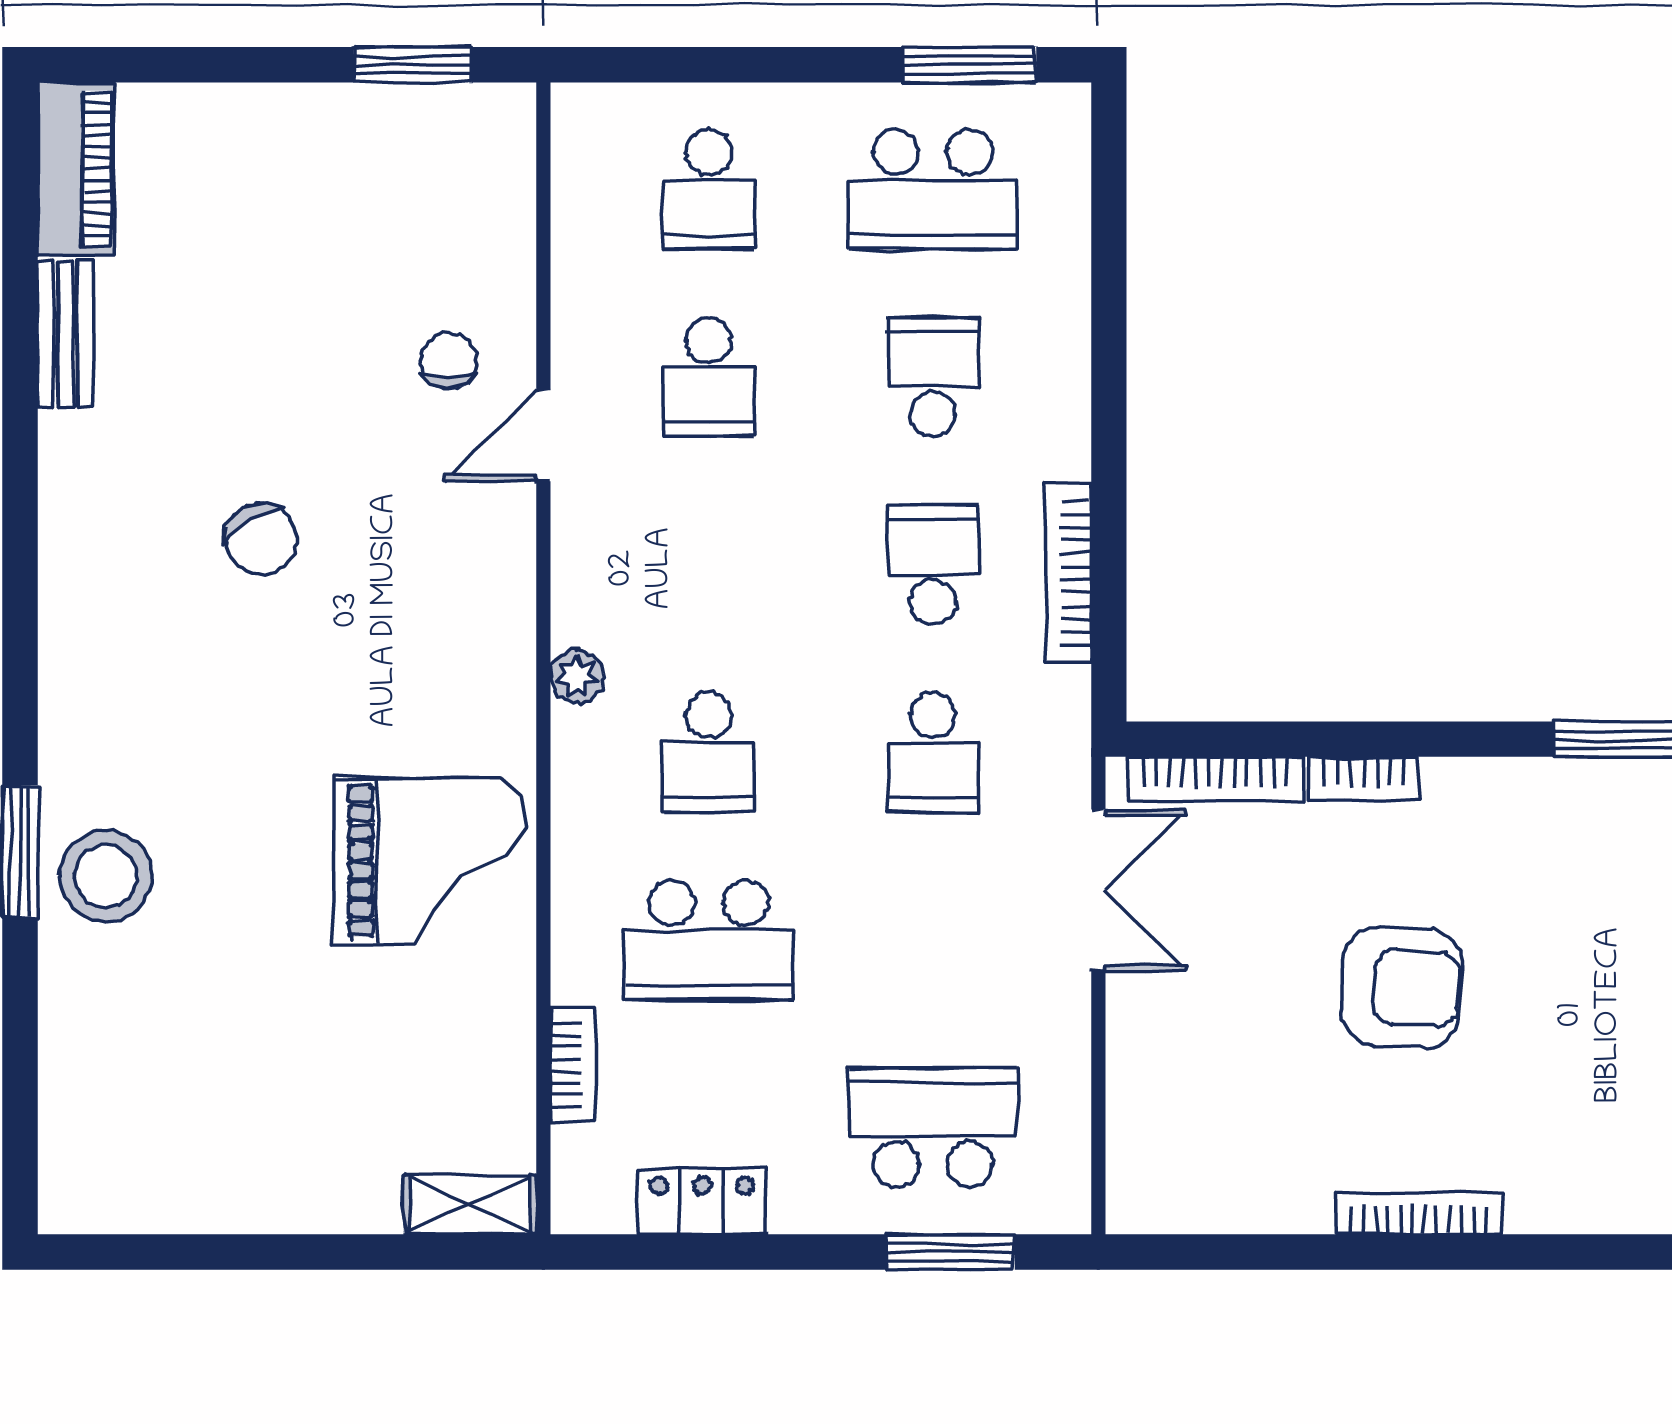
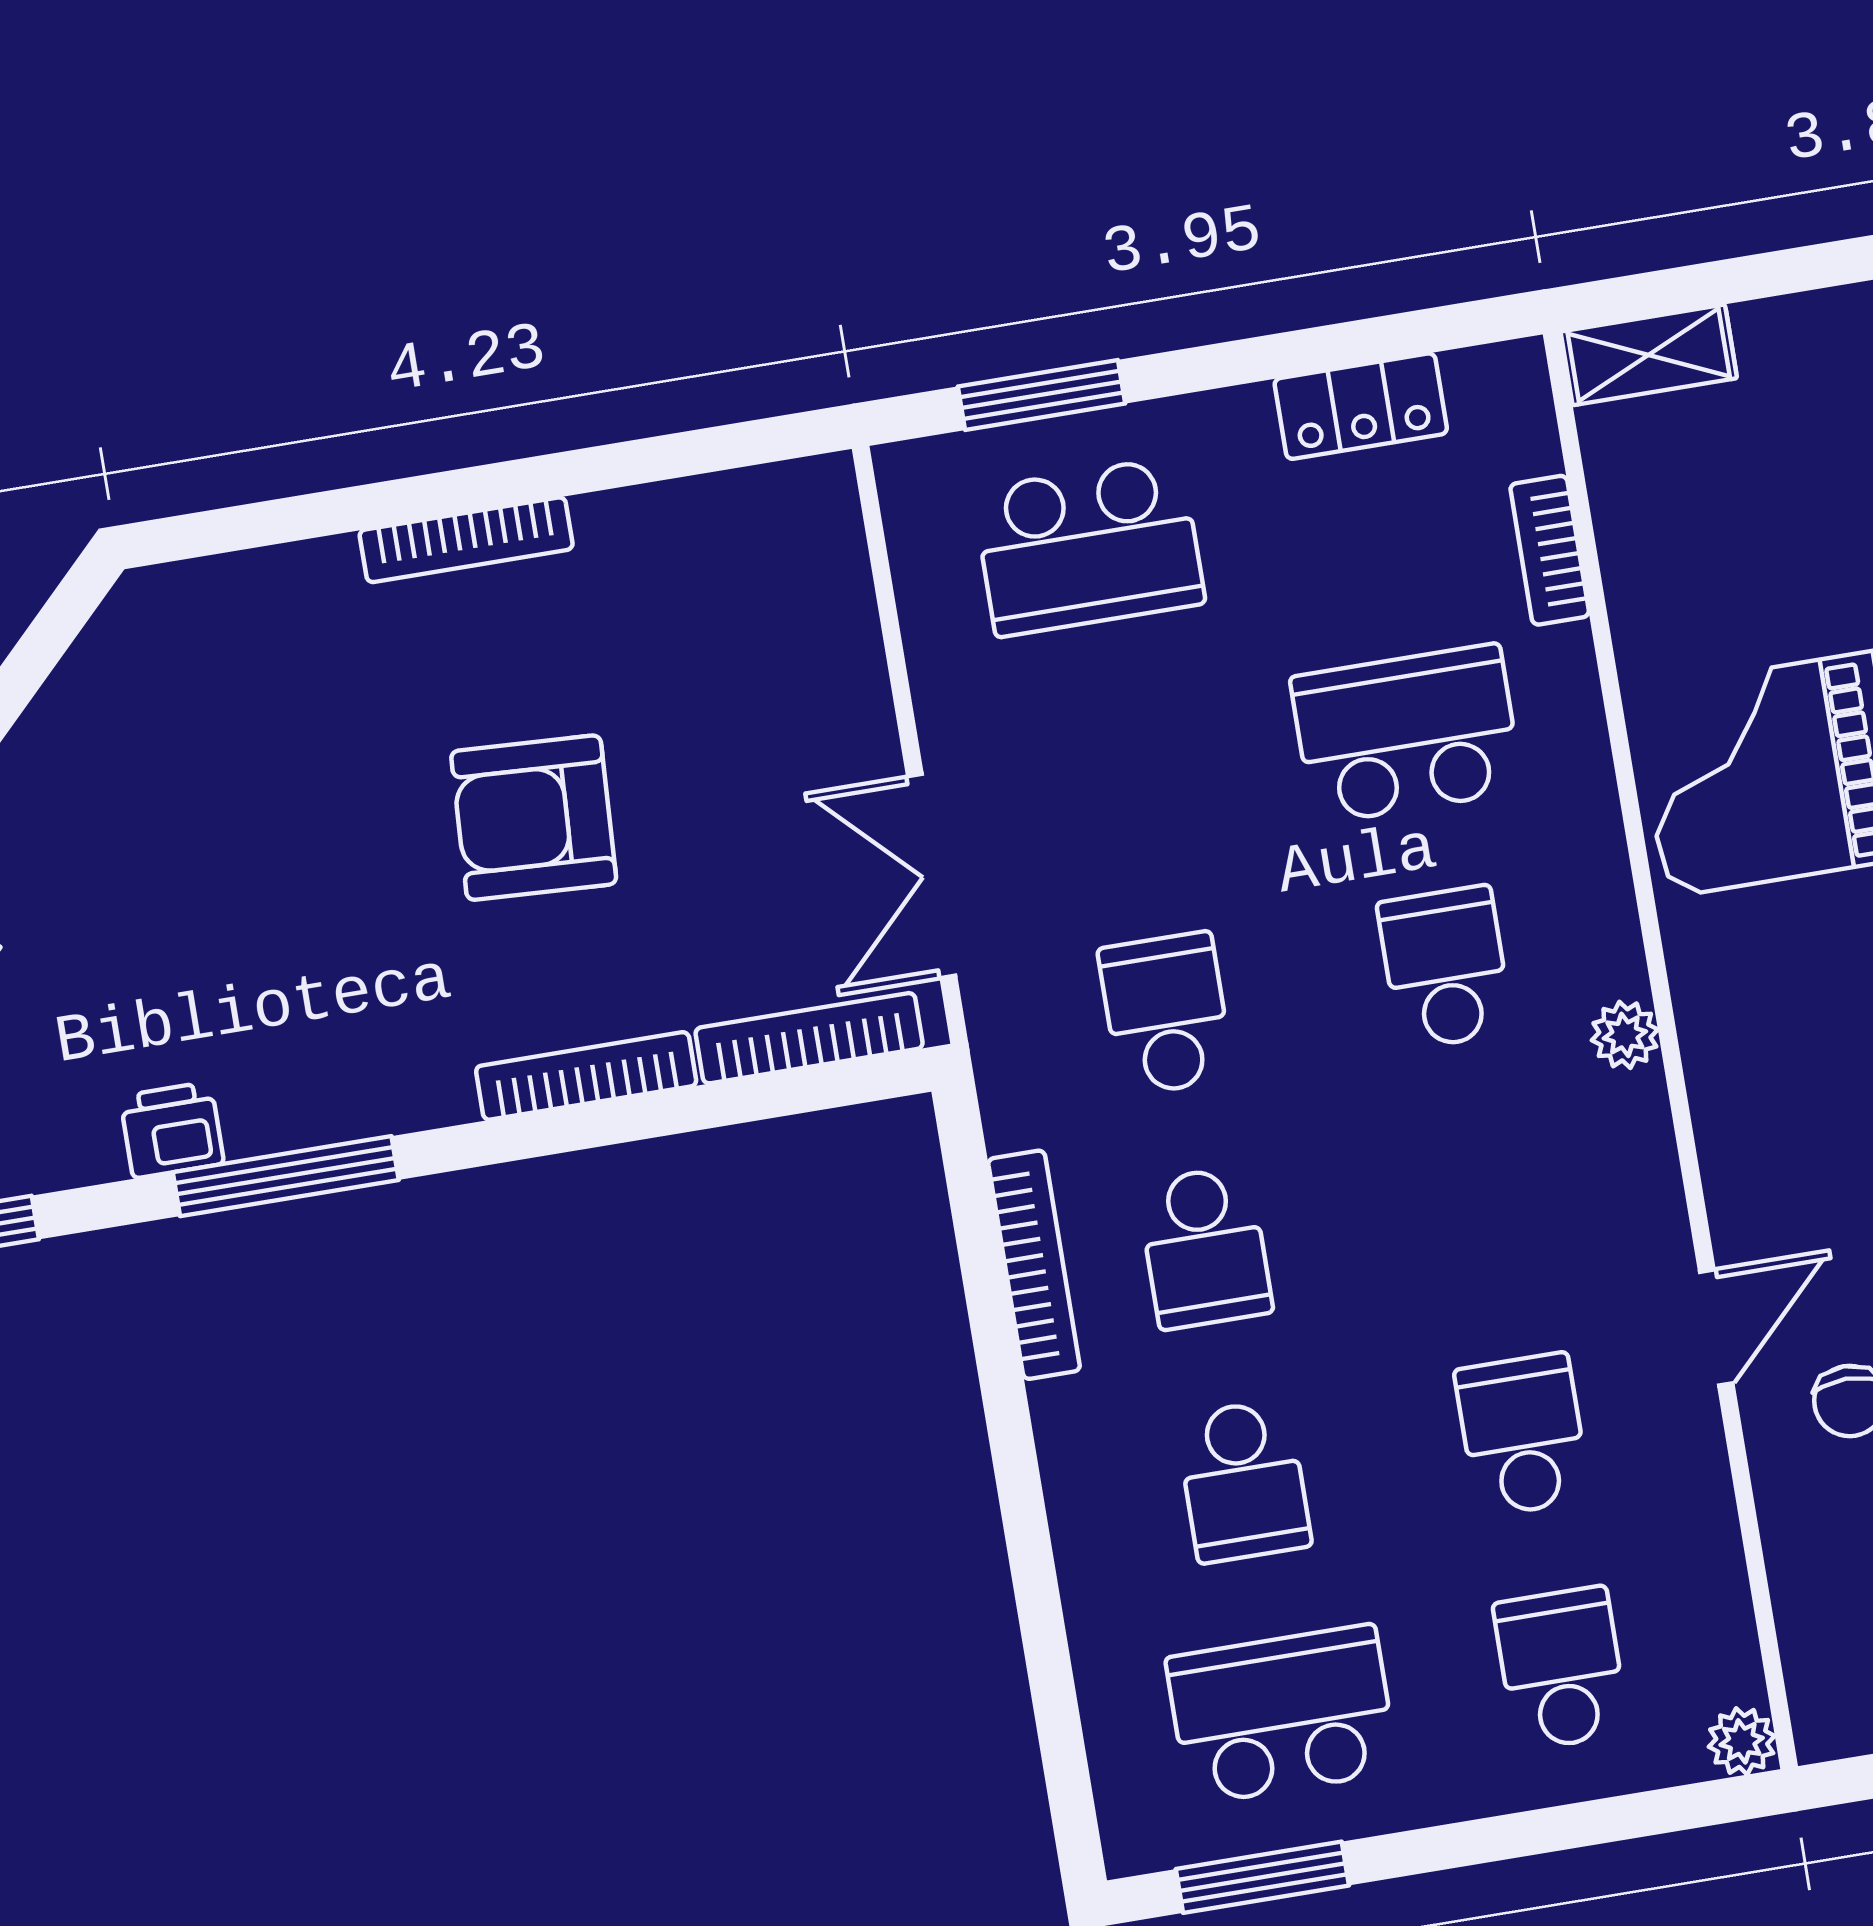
plant: (577, 109) -> (1742, 1741), added
bookcase: (1364, 779) -> (586, 1076), width x1.56

